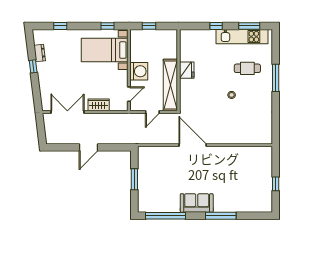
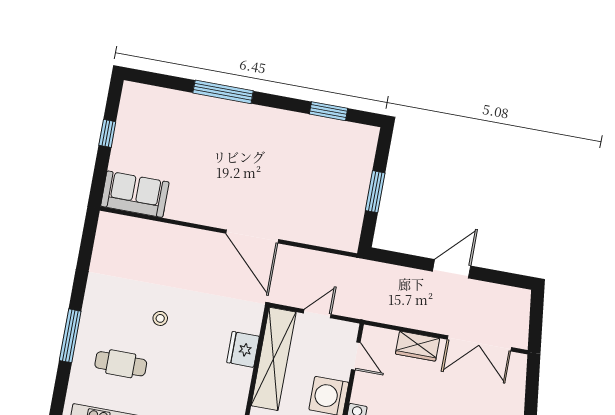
fridge: (187, 70) -> (243, 349), moved
door: (129, 94) -> (356, 356), swing flipped
sofa: (197, 203) -> (135, 194), moved, turned 180
window: (166, 216) -> (328, 111), width x0.47

